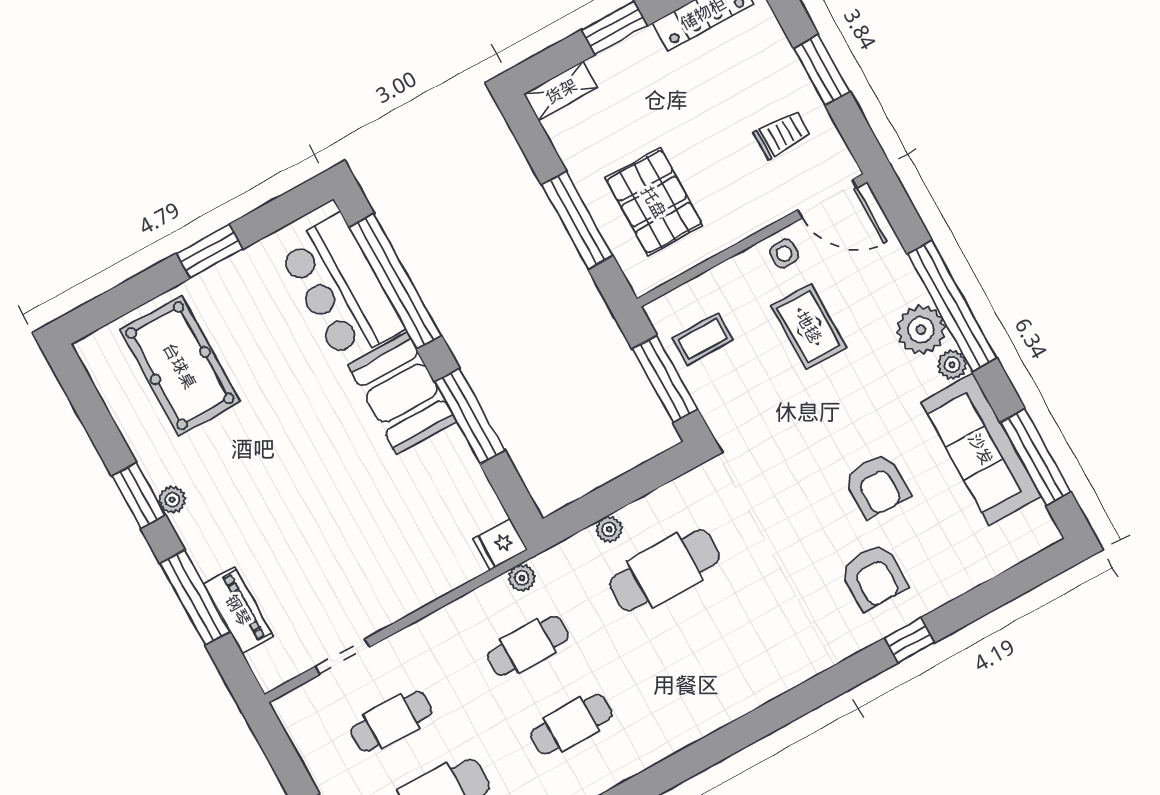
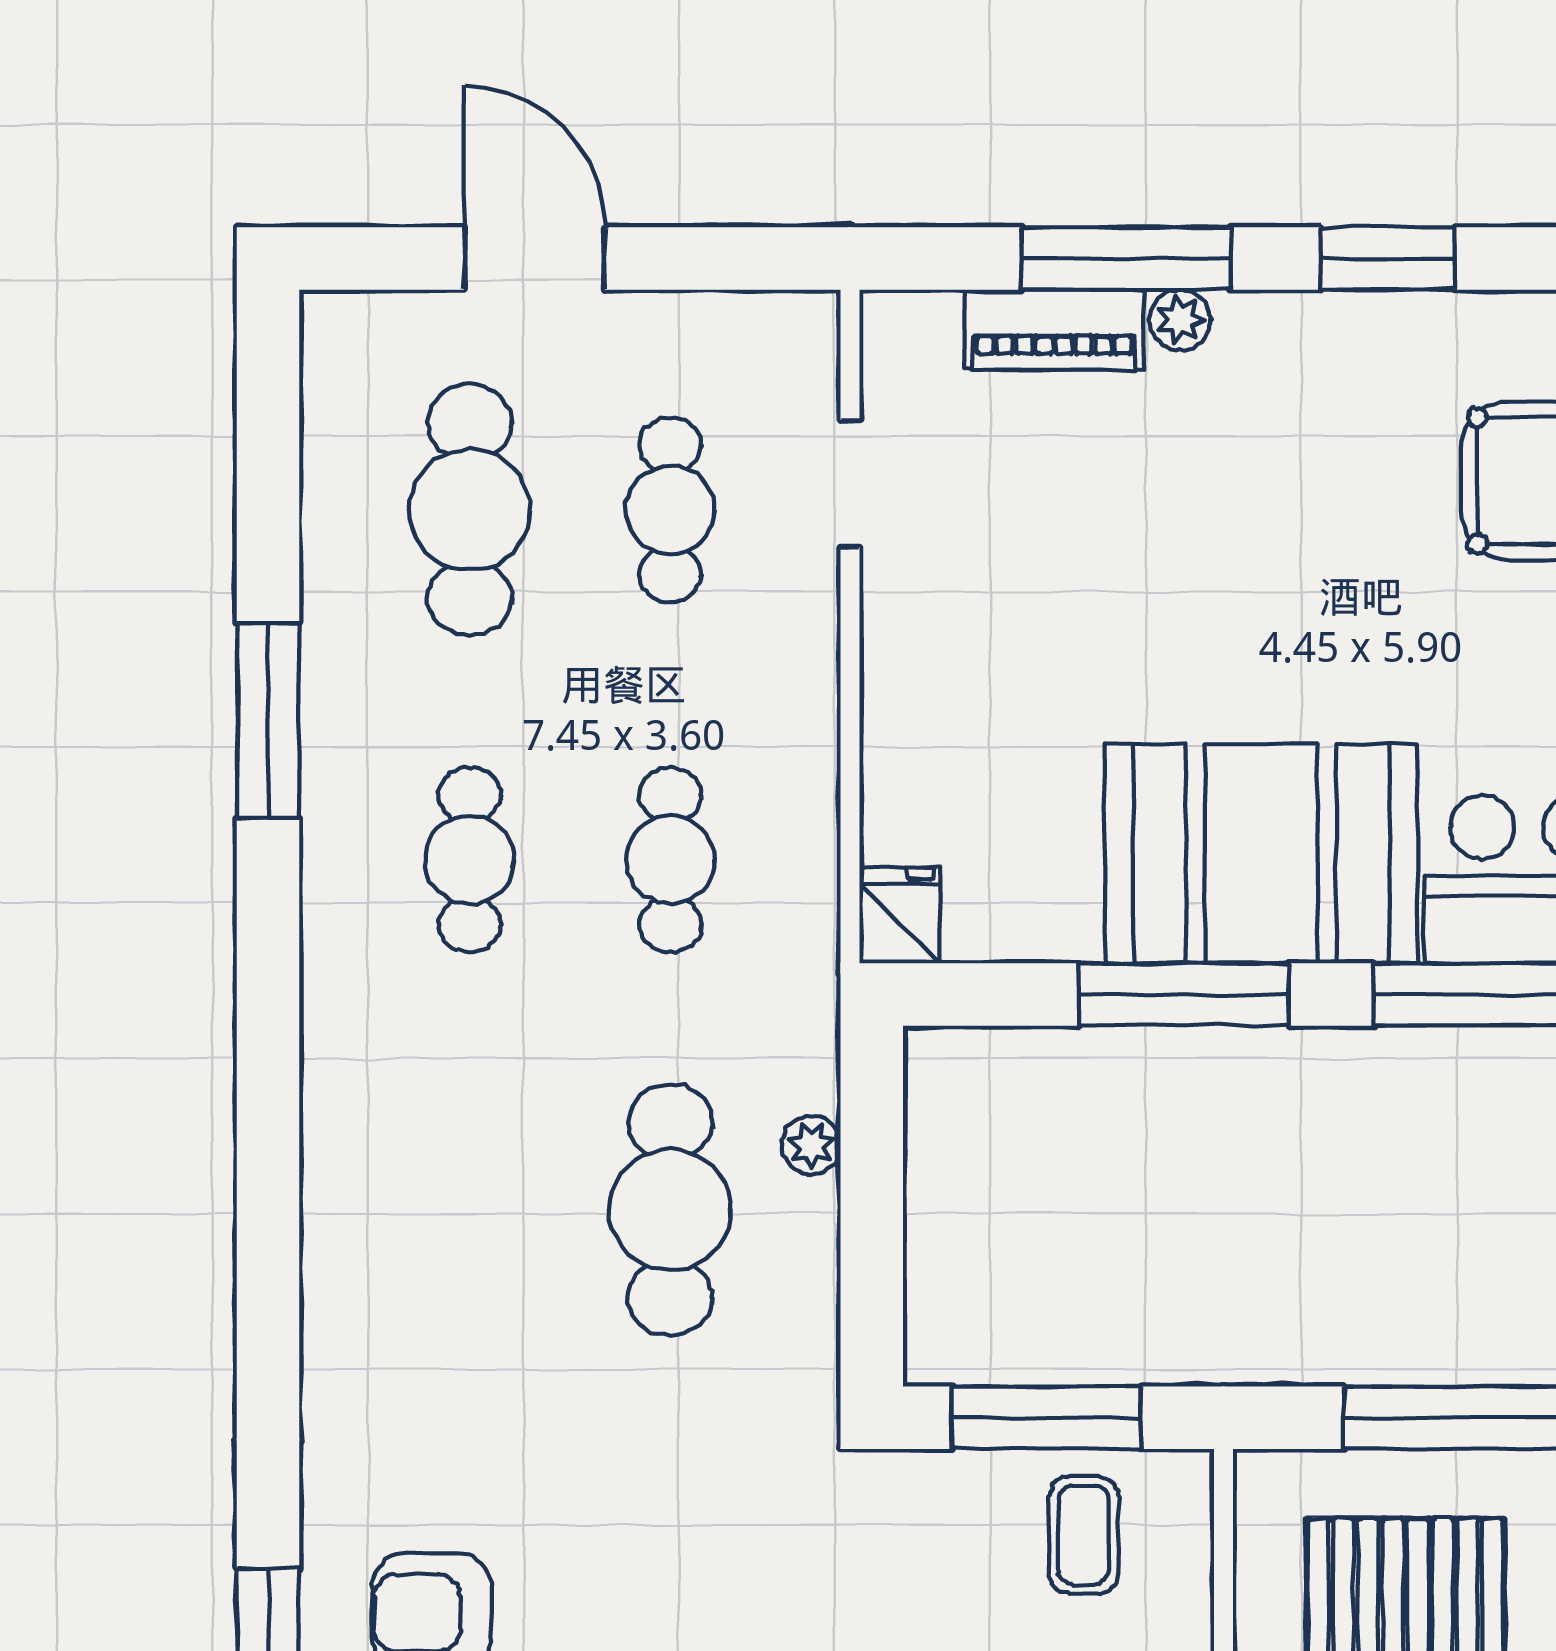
booth: (402, 393) -> (1261, 854), width x1.36, depth x1.42
plant: (172, 500) -> (1180, 320), moved
plant: (522, 578) -> (810, 921), removed

